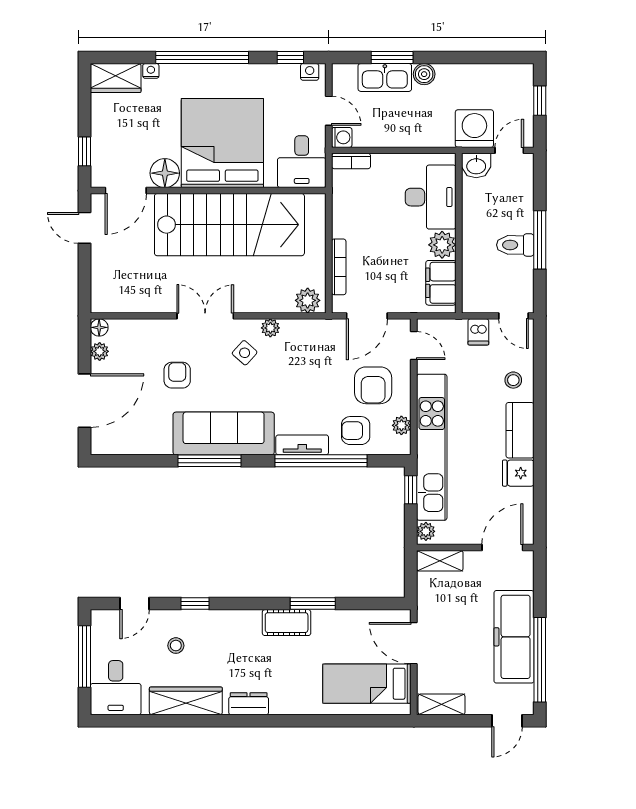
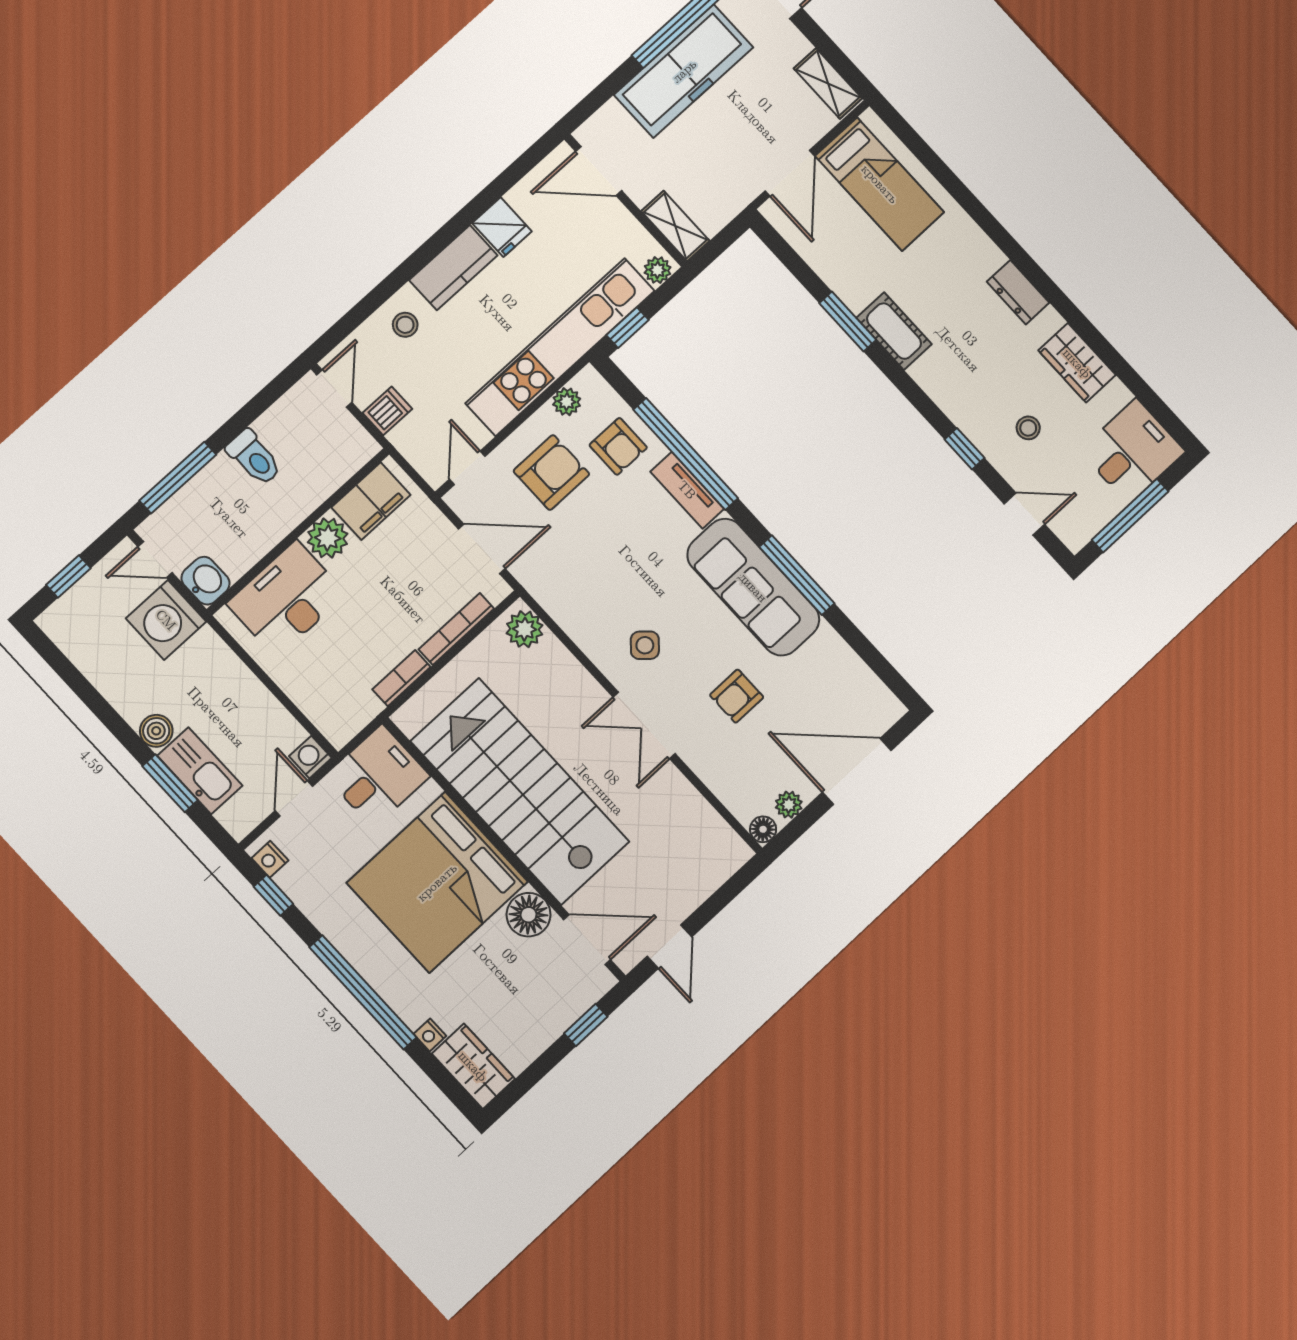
bookcase: (351, 161) -> (401, 678), moved, turned -90
window: (540, 240) -> (178, 478), moved
plant: (270, 328) -> (592, 642), removed
wardrobe: (186, 701) -> (1077, 363), width x0.67

